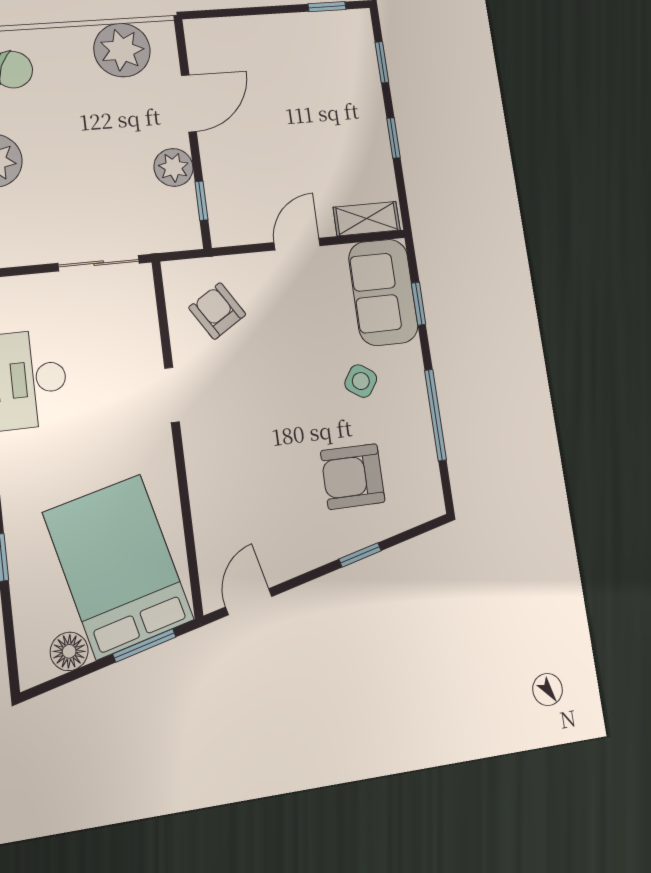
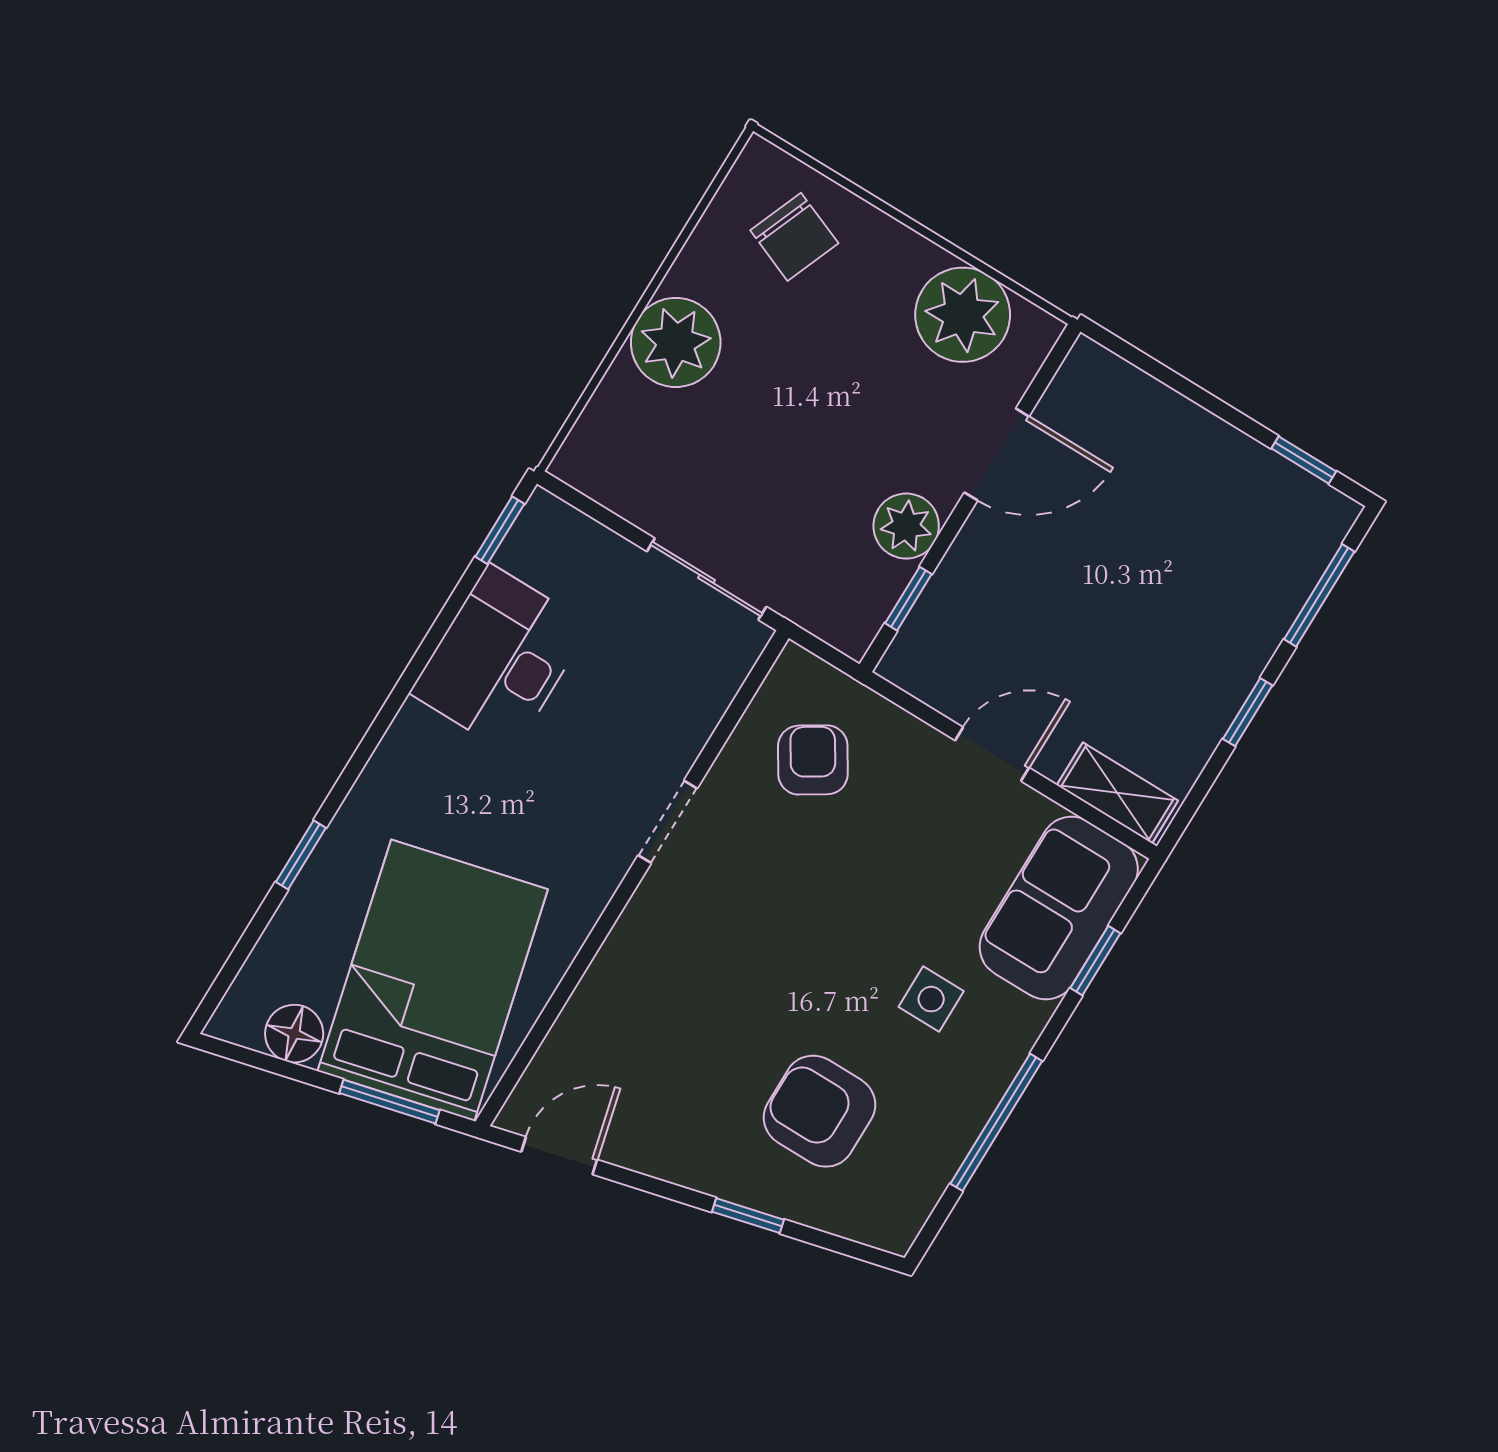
window: (382, 62) -> (1319, 595), width x1.50
side table: (361, 381) -> (931, 999), turned -34

